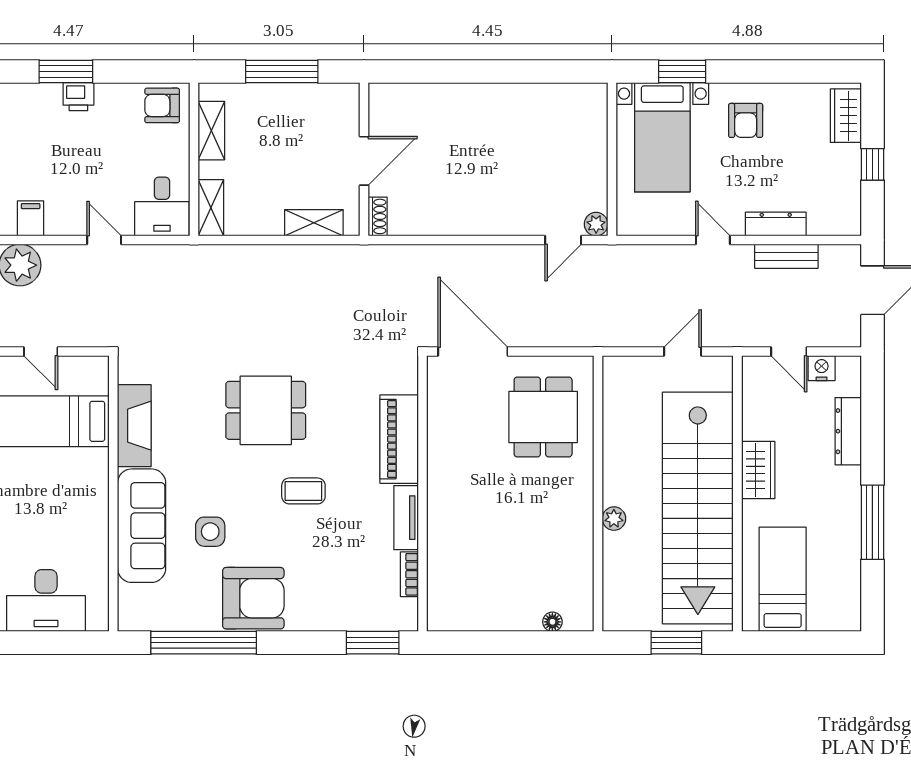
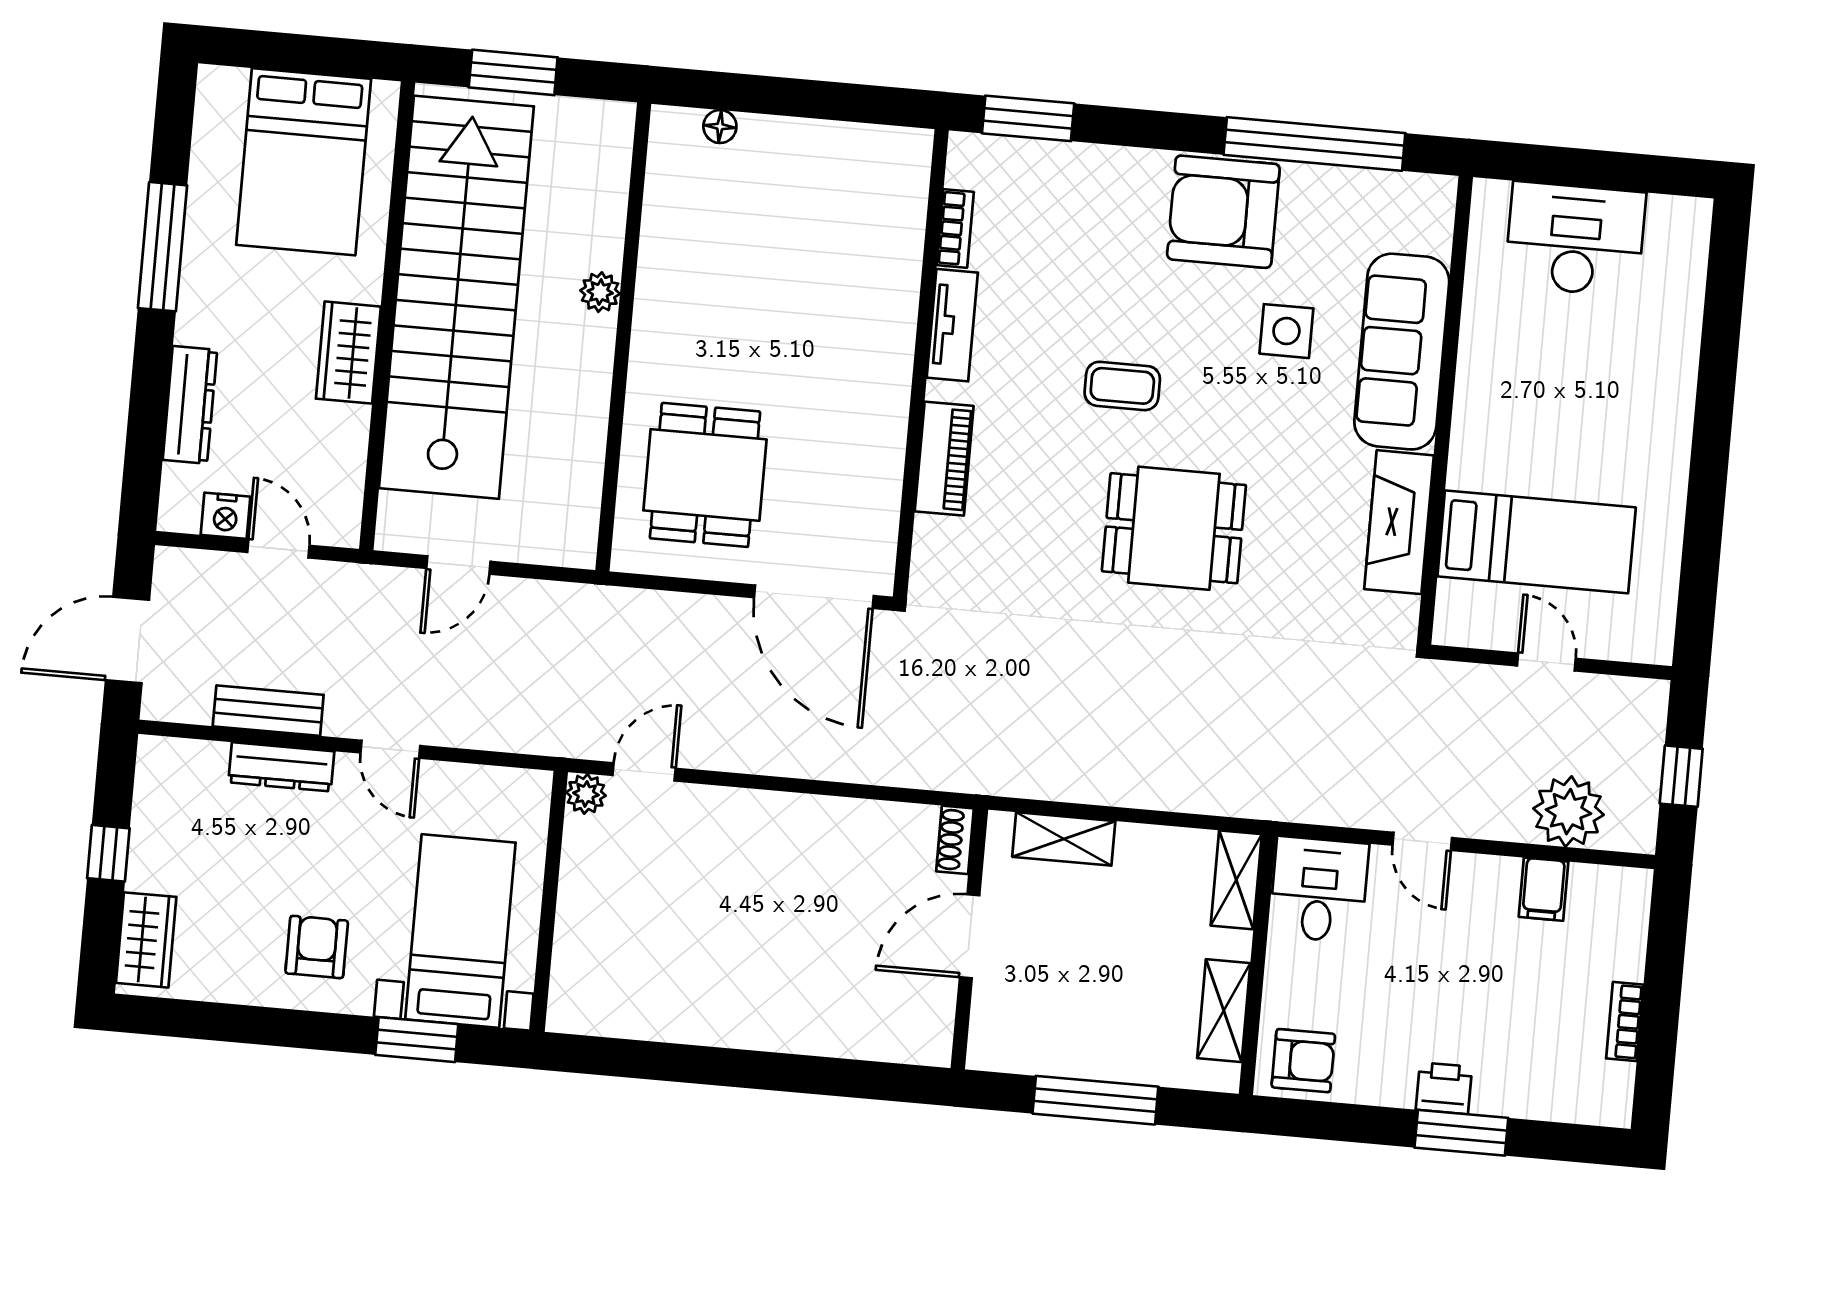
piano: (399, 439) -> (944, 459), width x0.73, depth x0.75
bed: (783, 579) -> (304, 162), width x1.50

